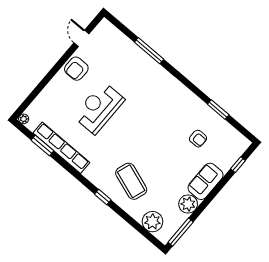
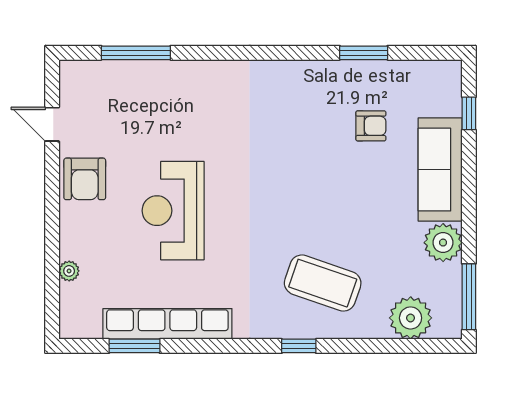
window: (149, 51) -> (136, 53), moved
plant: (24, 119) -> (69, 271), moved
sofa: (206, 181) -> (440, 170), width x1.36

